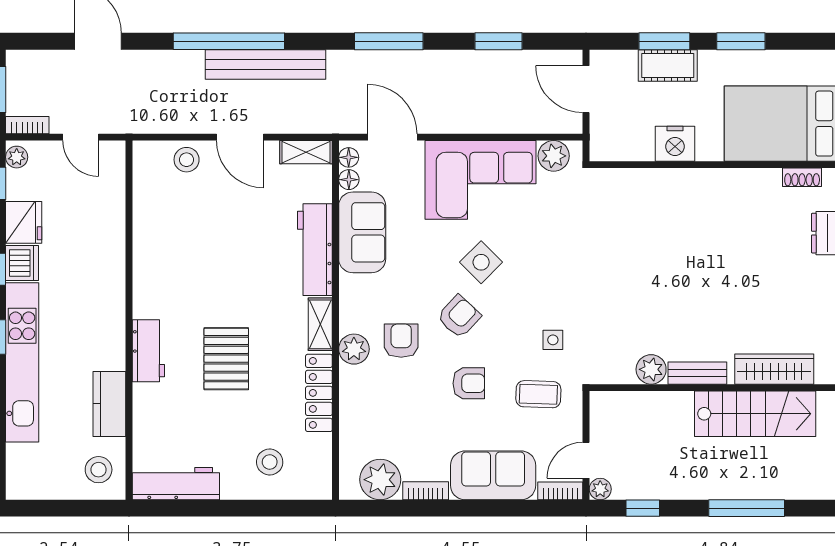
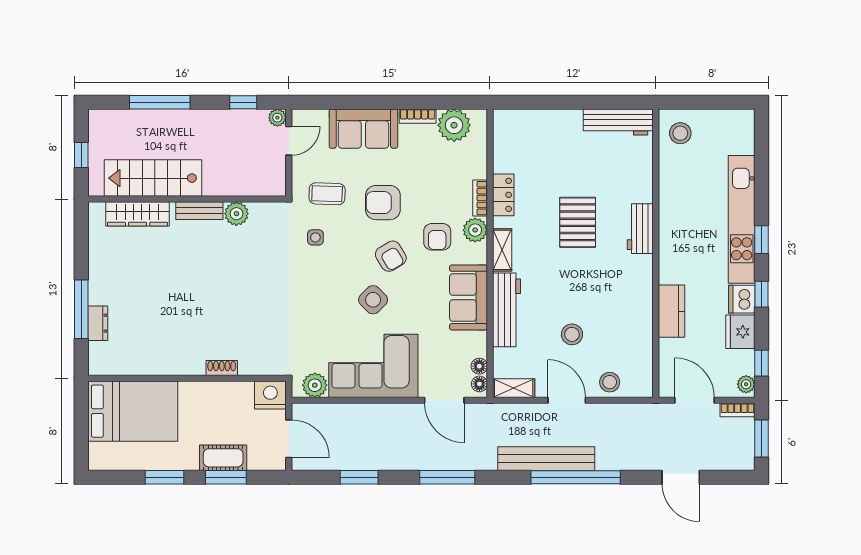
door: (81, 137) -> (695, 400), width x1.38
nightstand: (675, 144) -> (270, 395), moved
shoe rack: (802, 177) -> (222, 368), moved
sofa: (362, 232) -> (469, 297), moved
armchair: (459, 317) -> (391, 256), turned -74
armchair: (469, 383) -> (383, 203), width x1.38, depth x1.38
locker: (319, 393) -> (503, 195), width x0.66
kitchen counter: (109, 404) -> (672, 311), moved
stool: (270, 462) -> (572, 334), moved
bookcase: (560, 491) -> (480, 198), moved, turned 90

